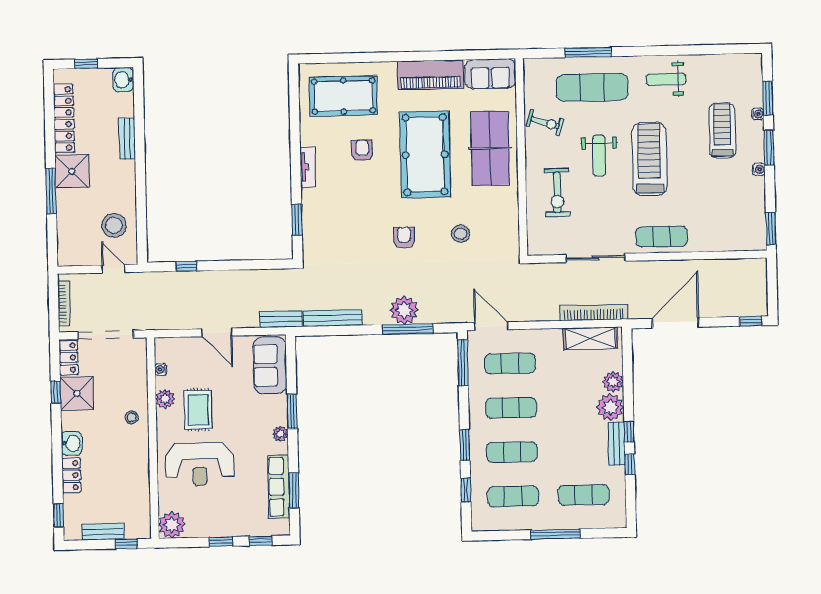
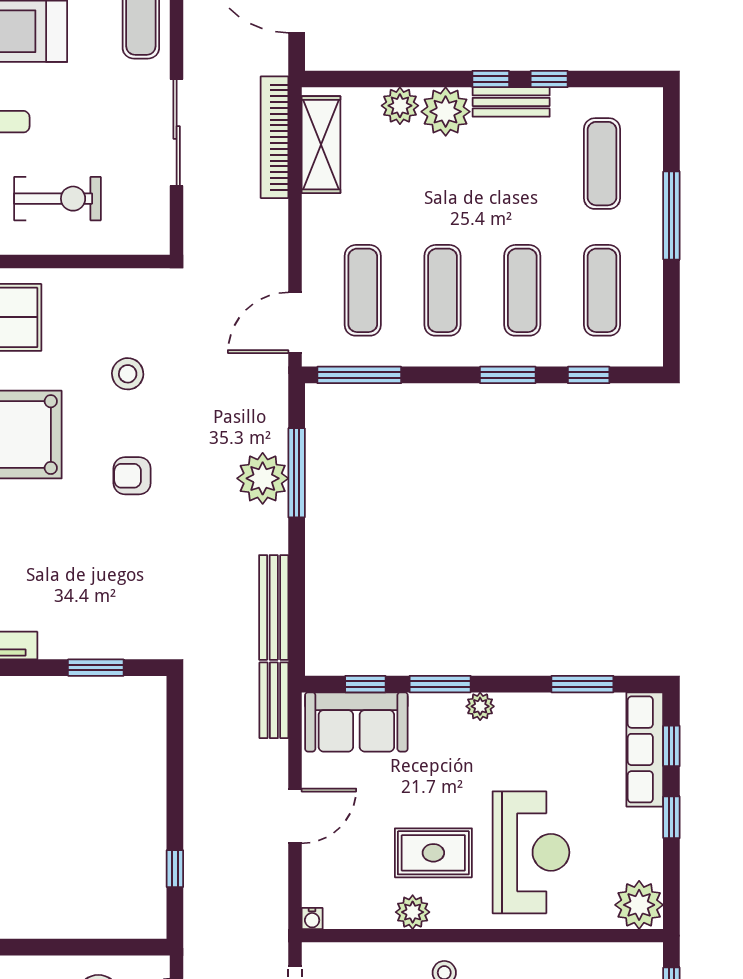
water cooler: (161, 369) -> (312, 918), moved
window: (291, 370) -> (365, 684), added
row of seats: (279, 487) -> (645, 749), moved, turned 90

